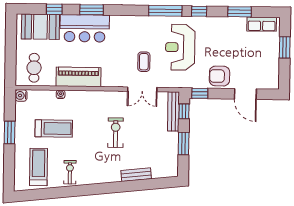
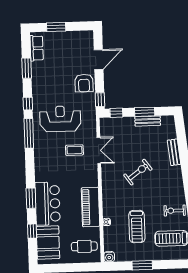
reception desk: (180, 47) -> (60, 119), turned 180
bench: (173, 111) -> (148, 121), moved, width x0.73
treadmill: (54, 128) -> (137, 226), turned 180
exercise bike: (116, 133) -> (138, 172), turned 144

